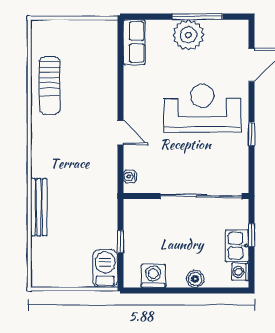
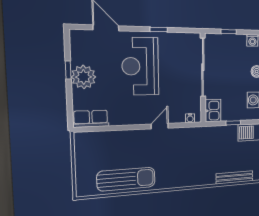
window: (197, 17) -> (68, 70), width x0.46
sun lounger: (50, 85) -> (126, 179), width x1.36, depth x1.34
bench: (39, 207) -> (235, 177), moved
kitchen sink: (237, 246) -> (213, 111), moved, turned -90

